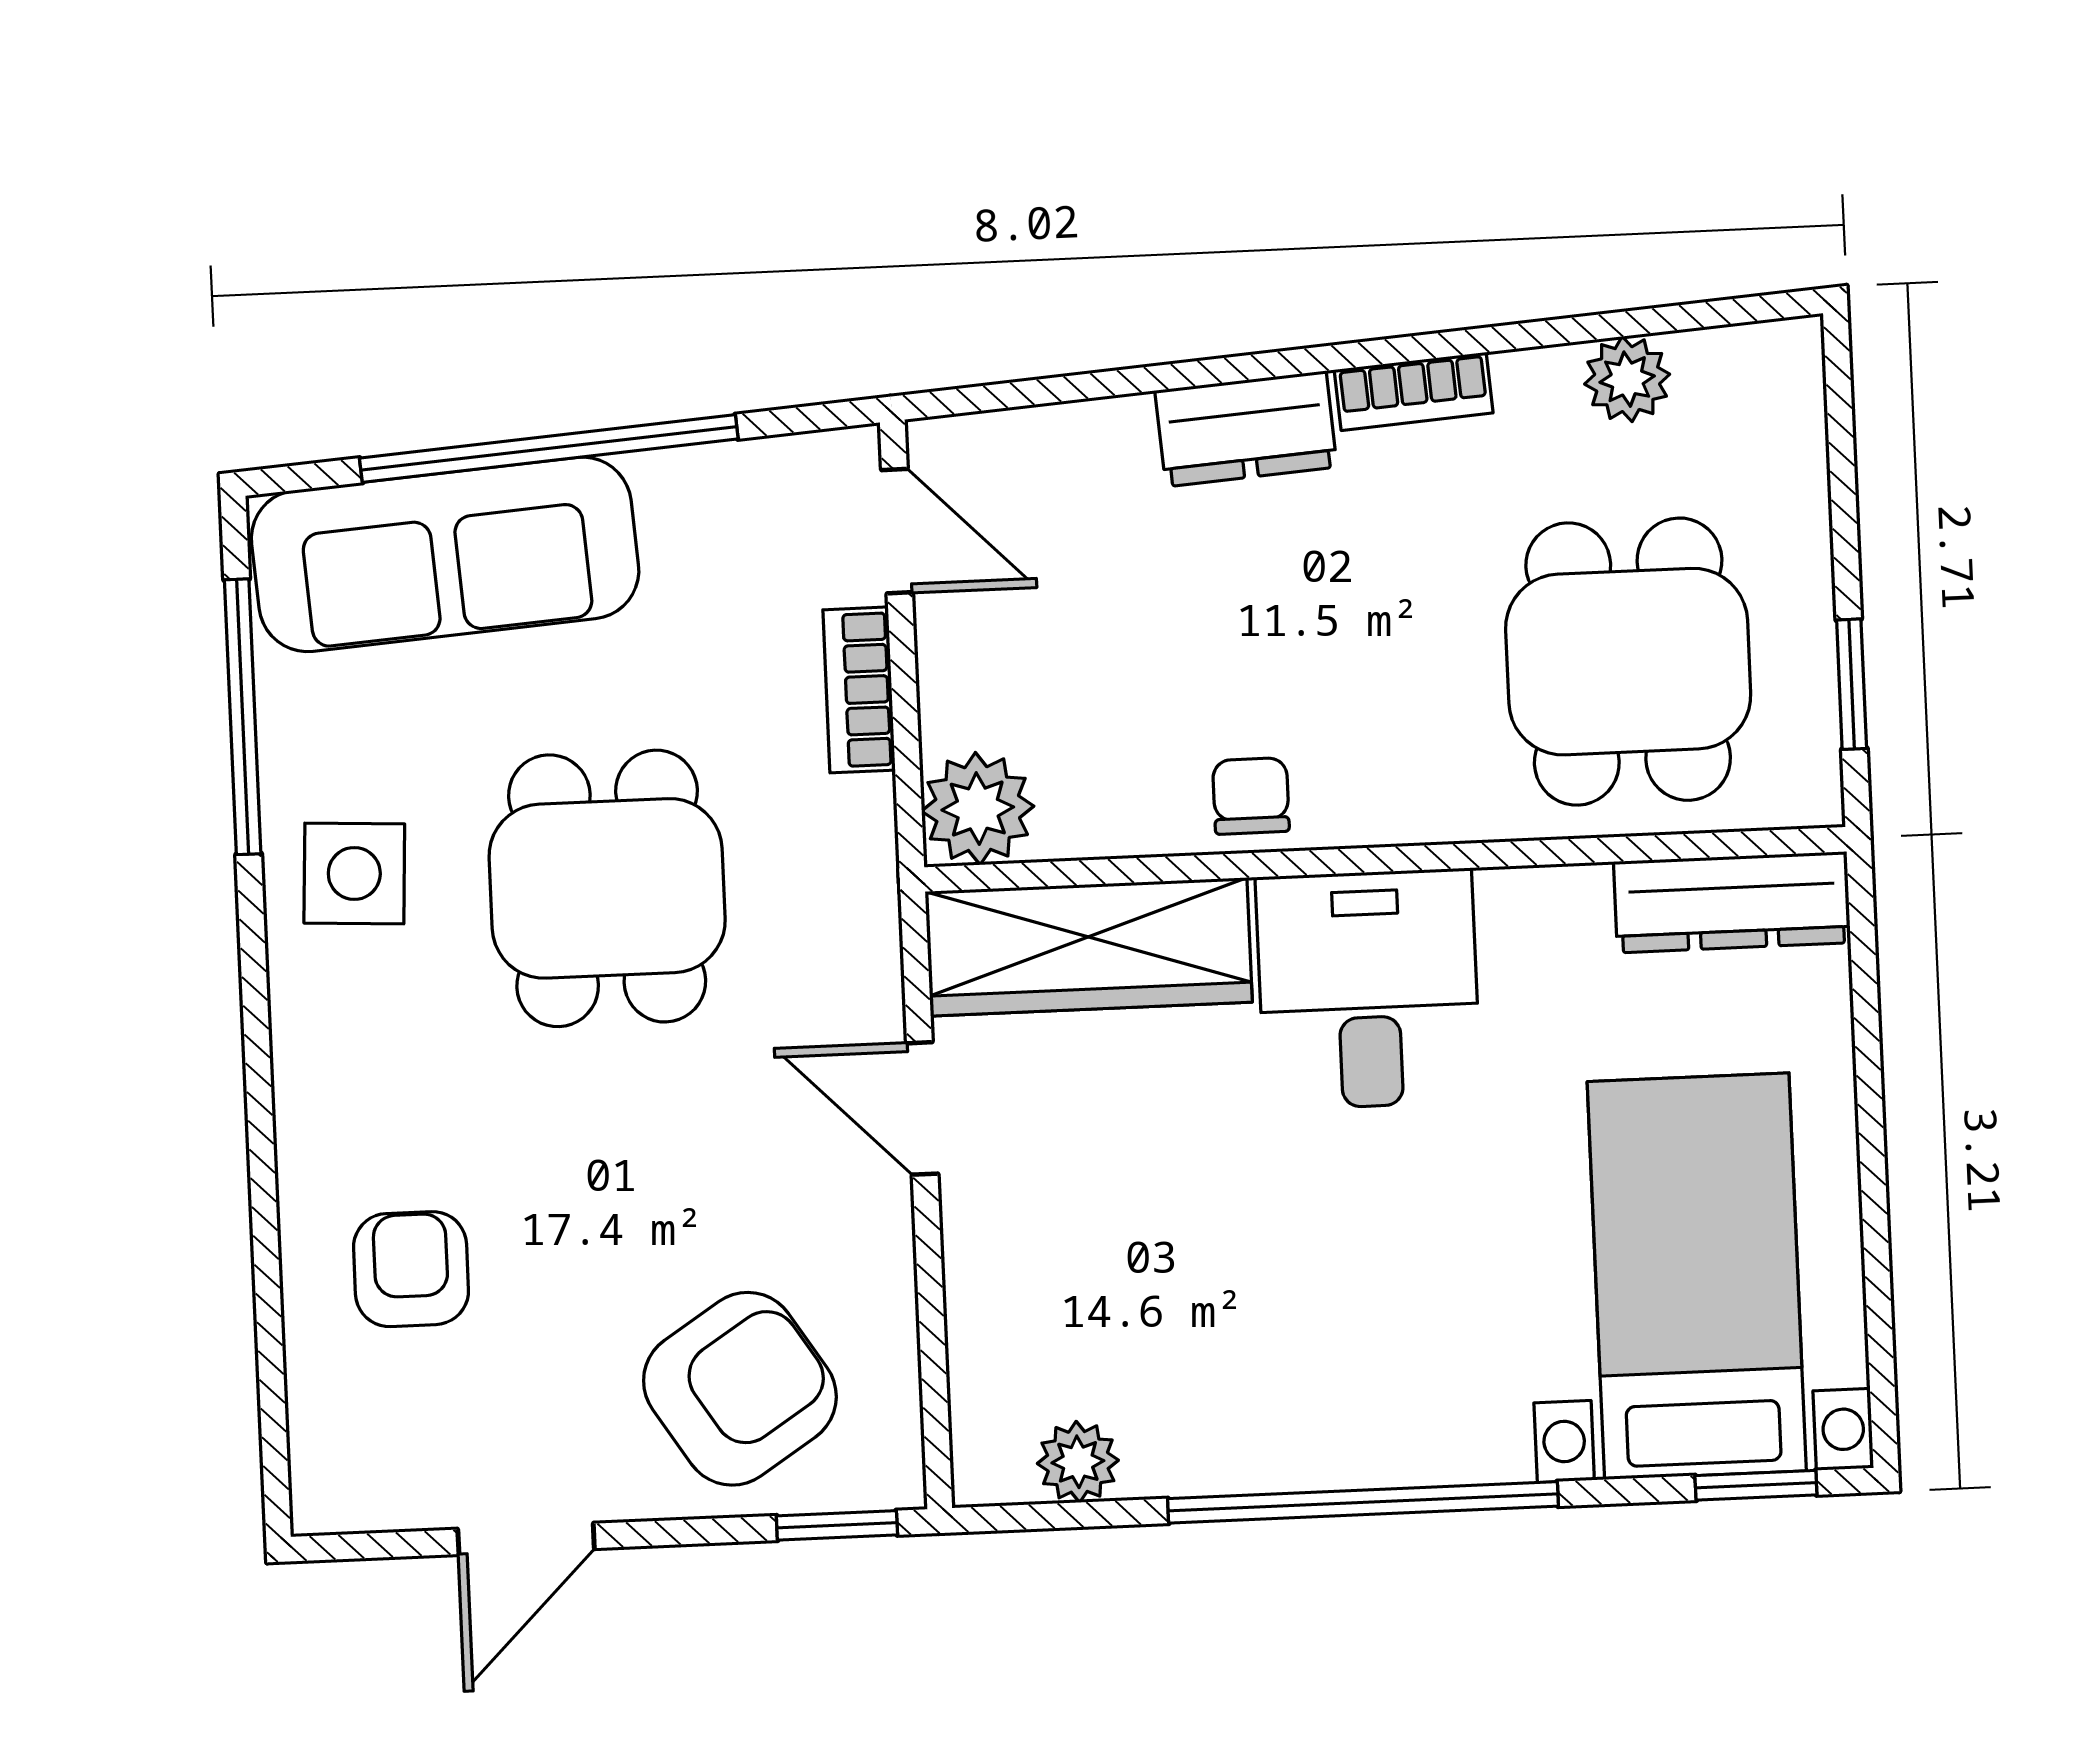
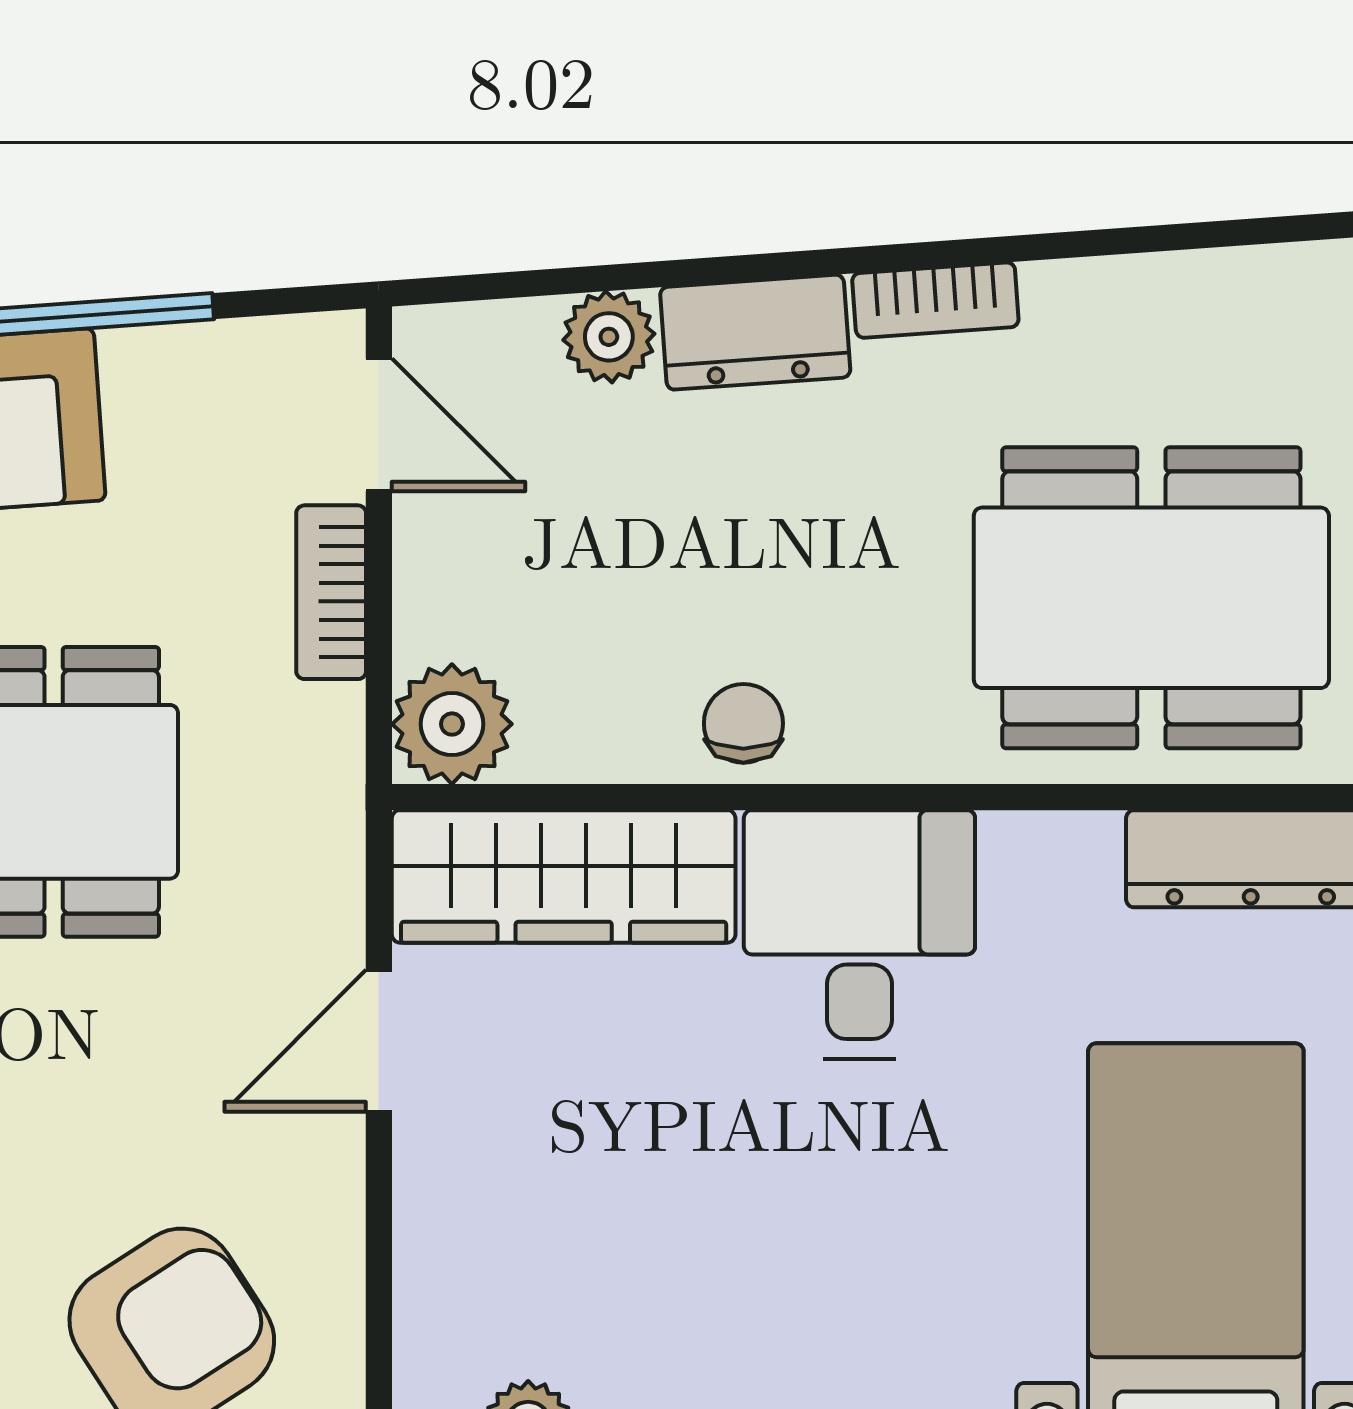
plant: (1627, 379) -> (609, 337), moved
dining table: (1628, 662) -> (1151, 598), width x1.38
door: (922, 1108) -> (379, 1041), hinge flipped

